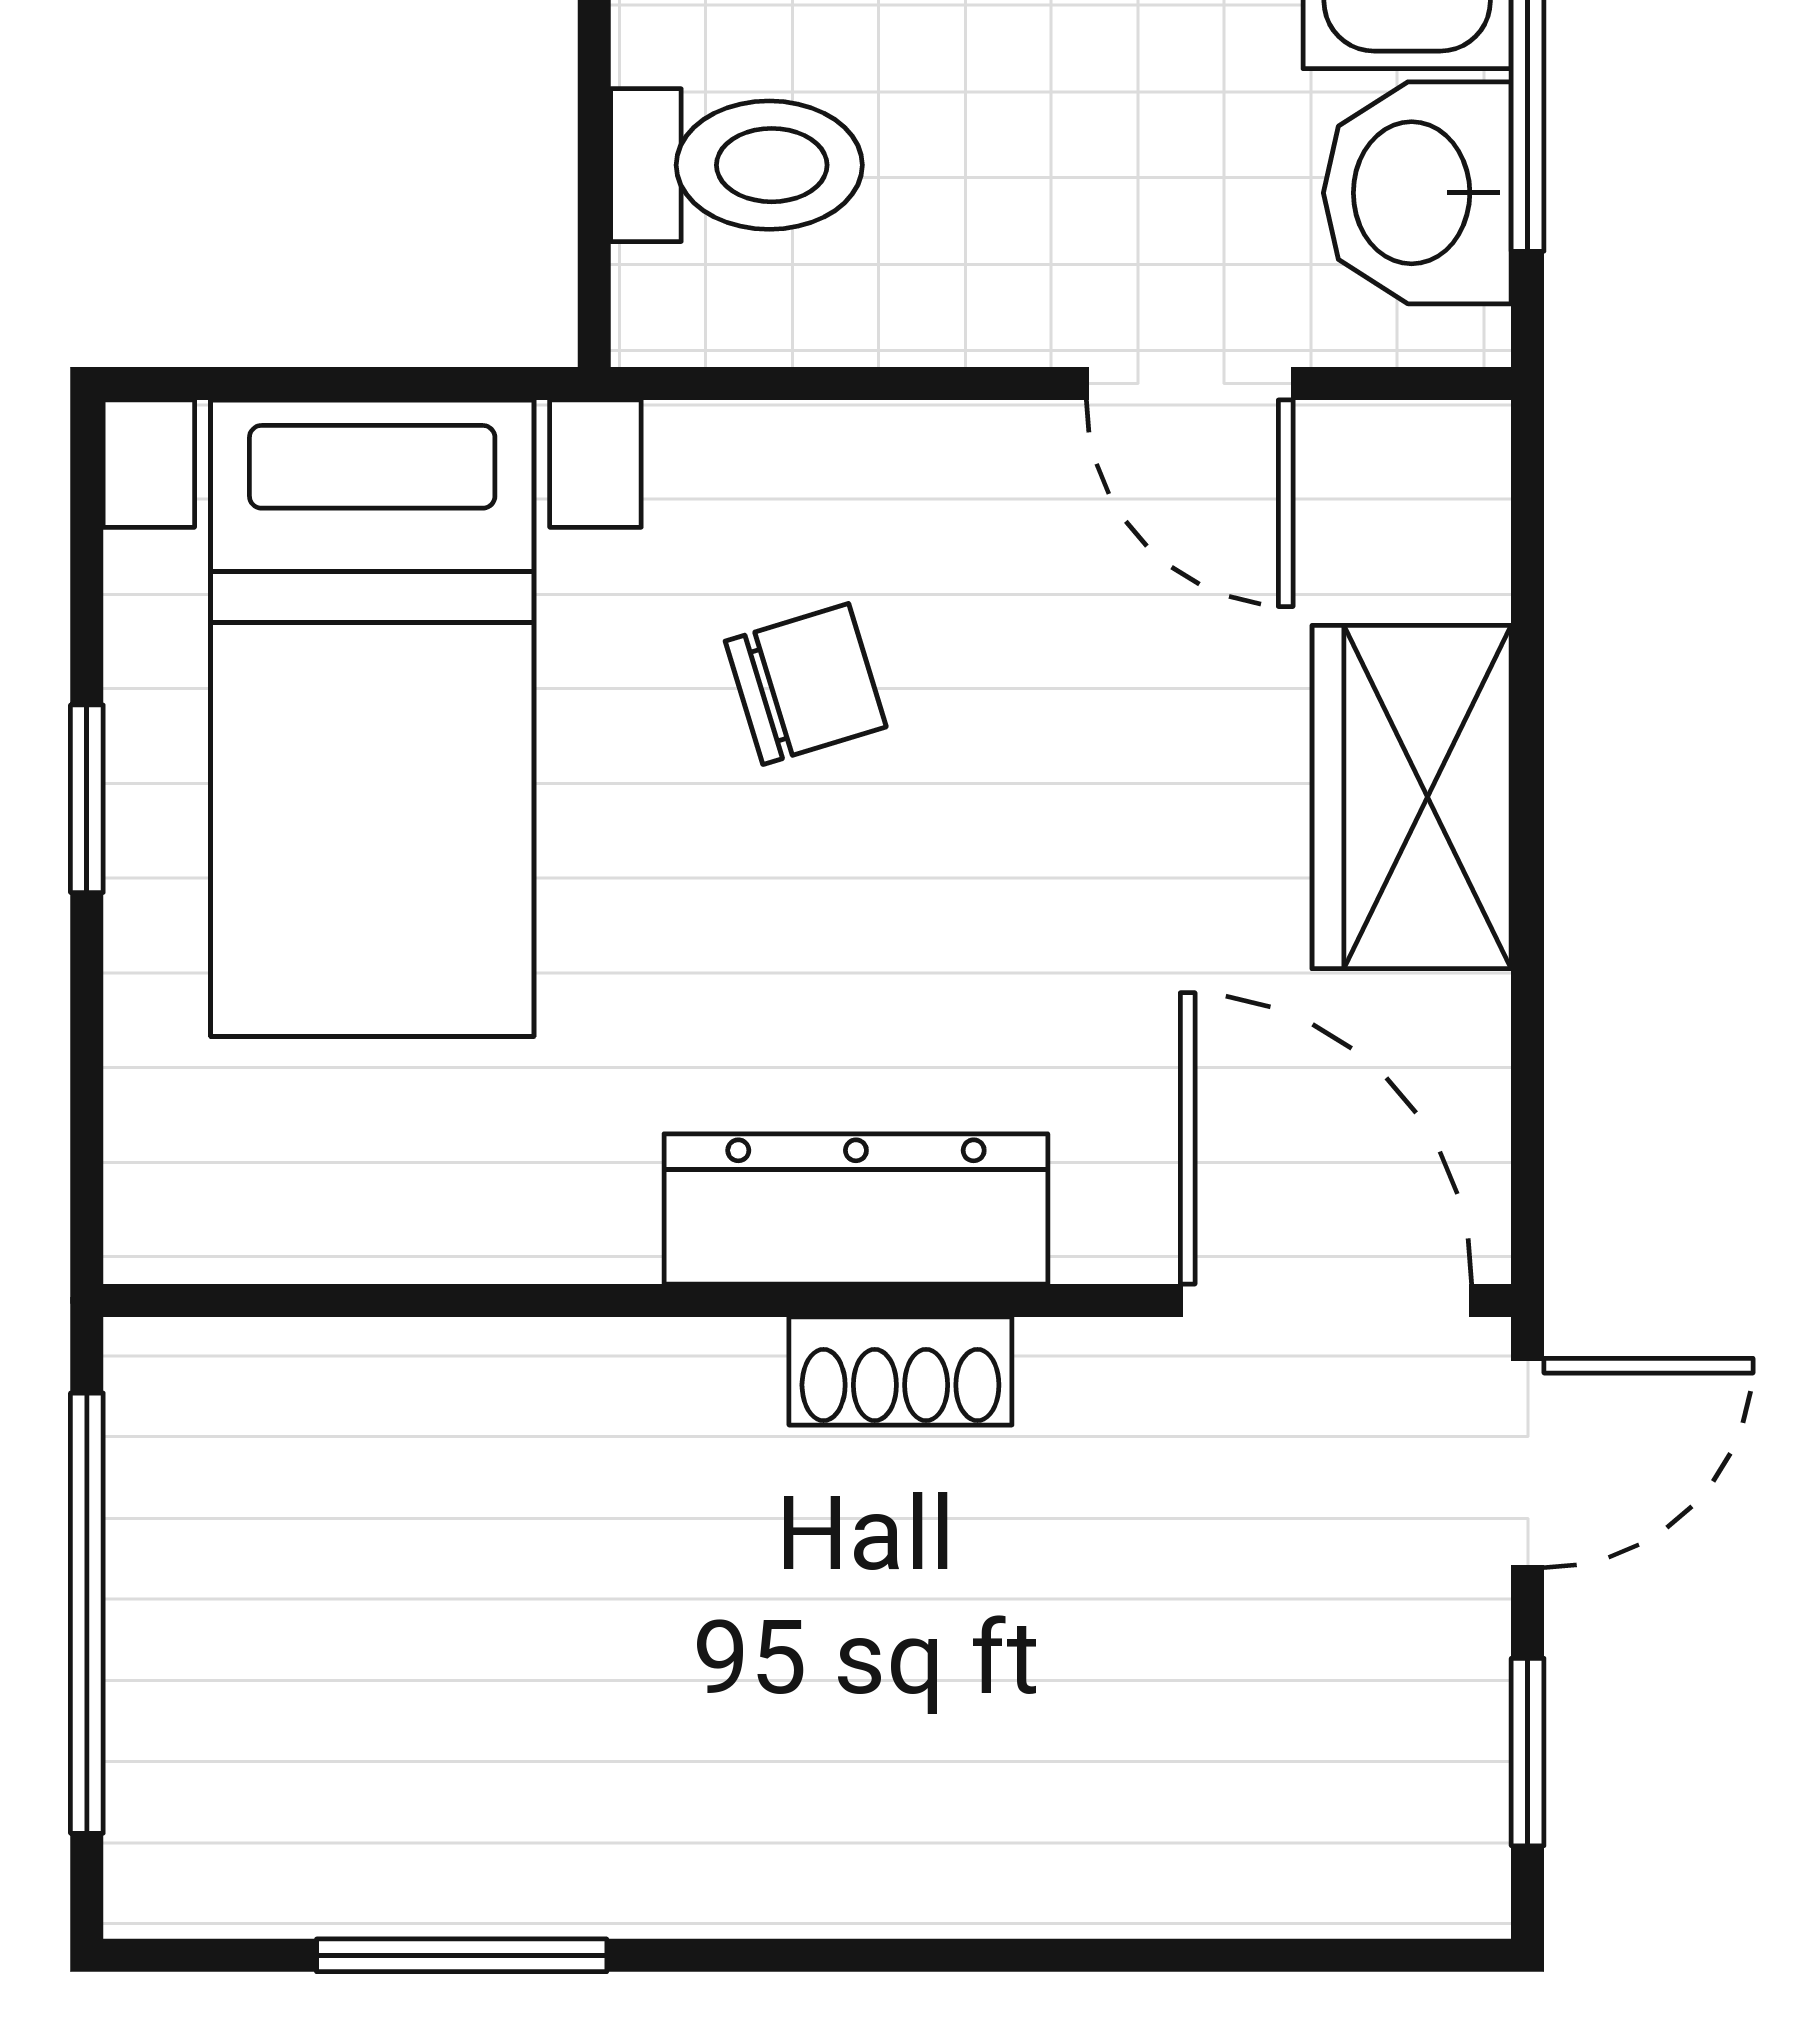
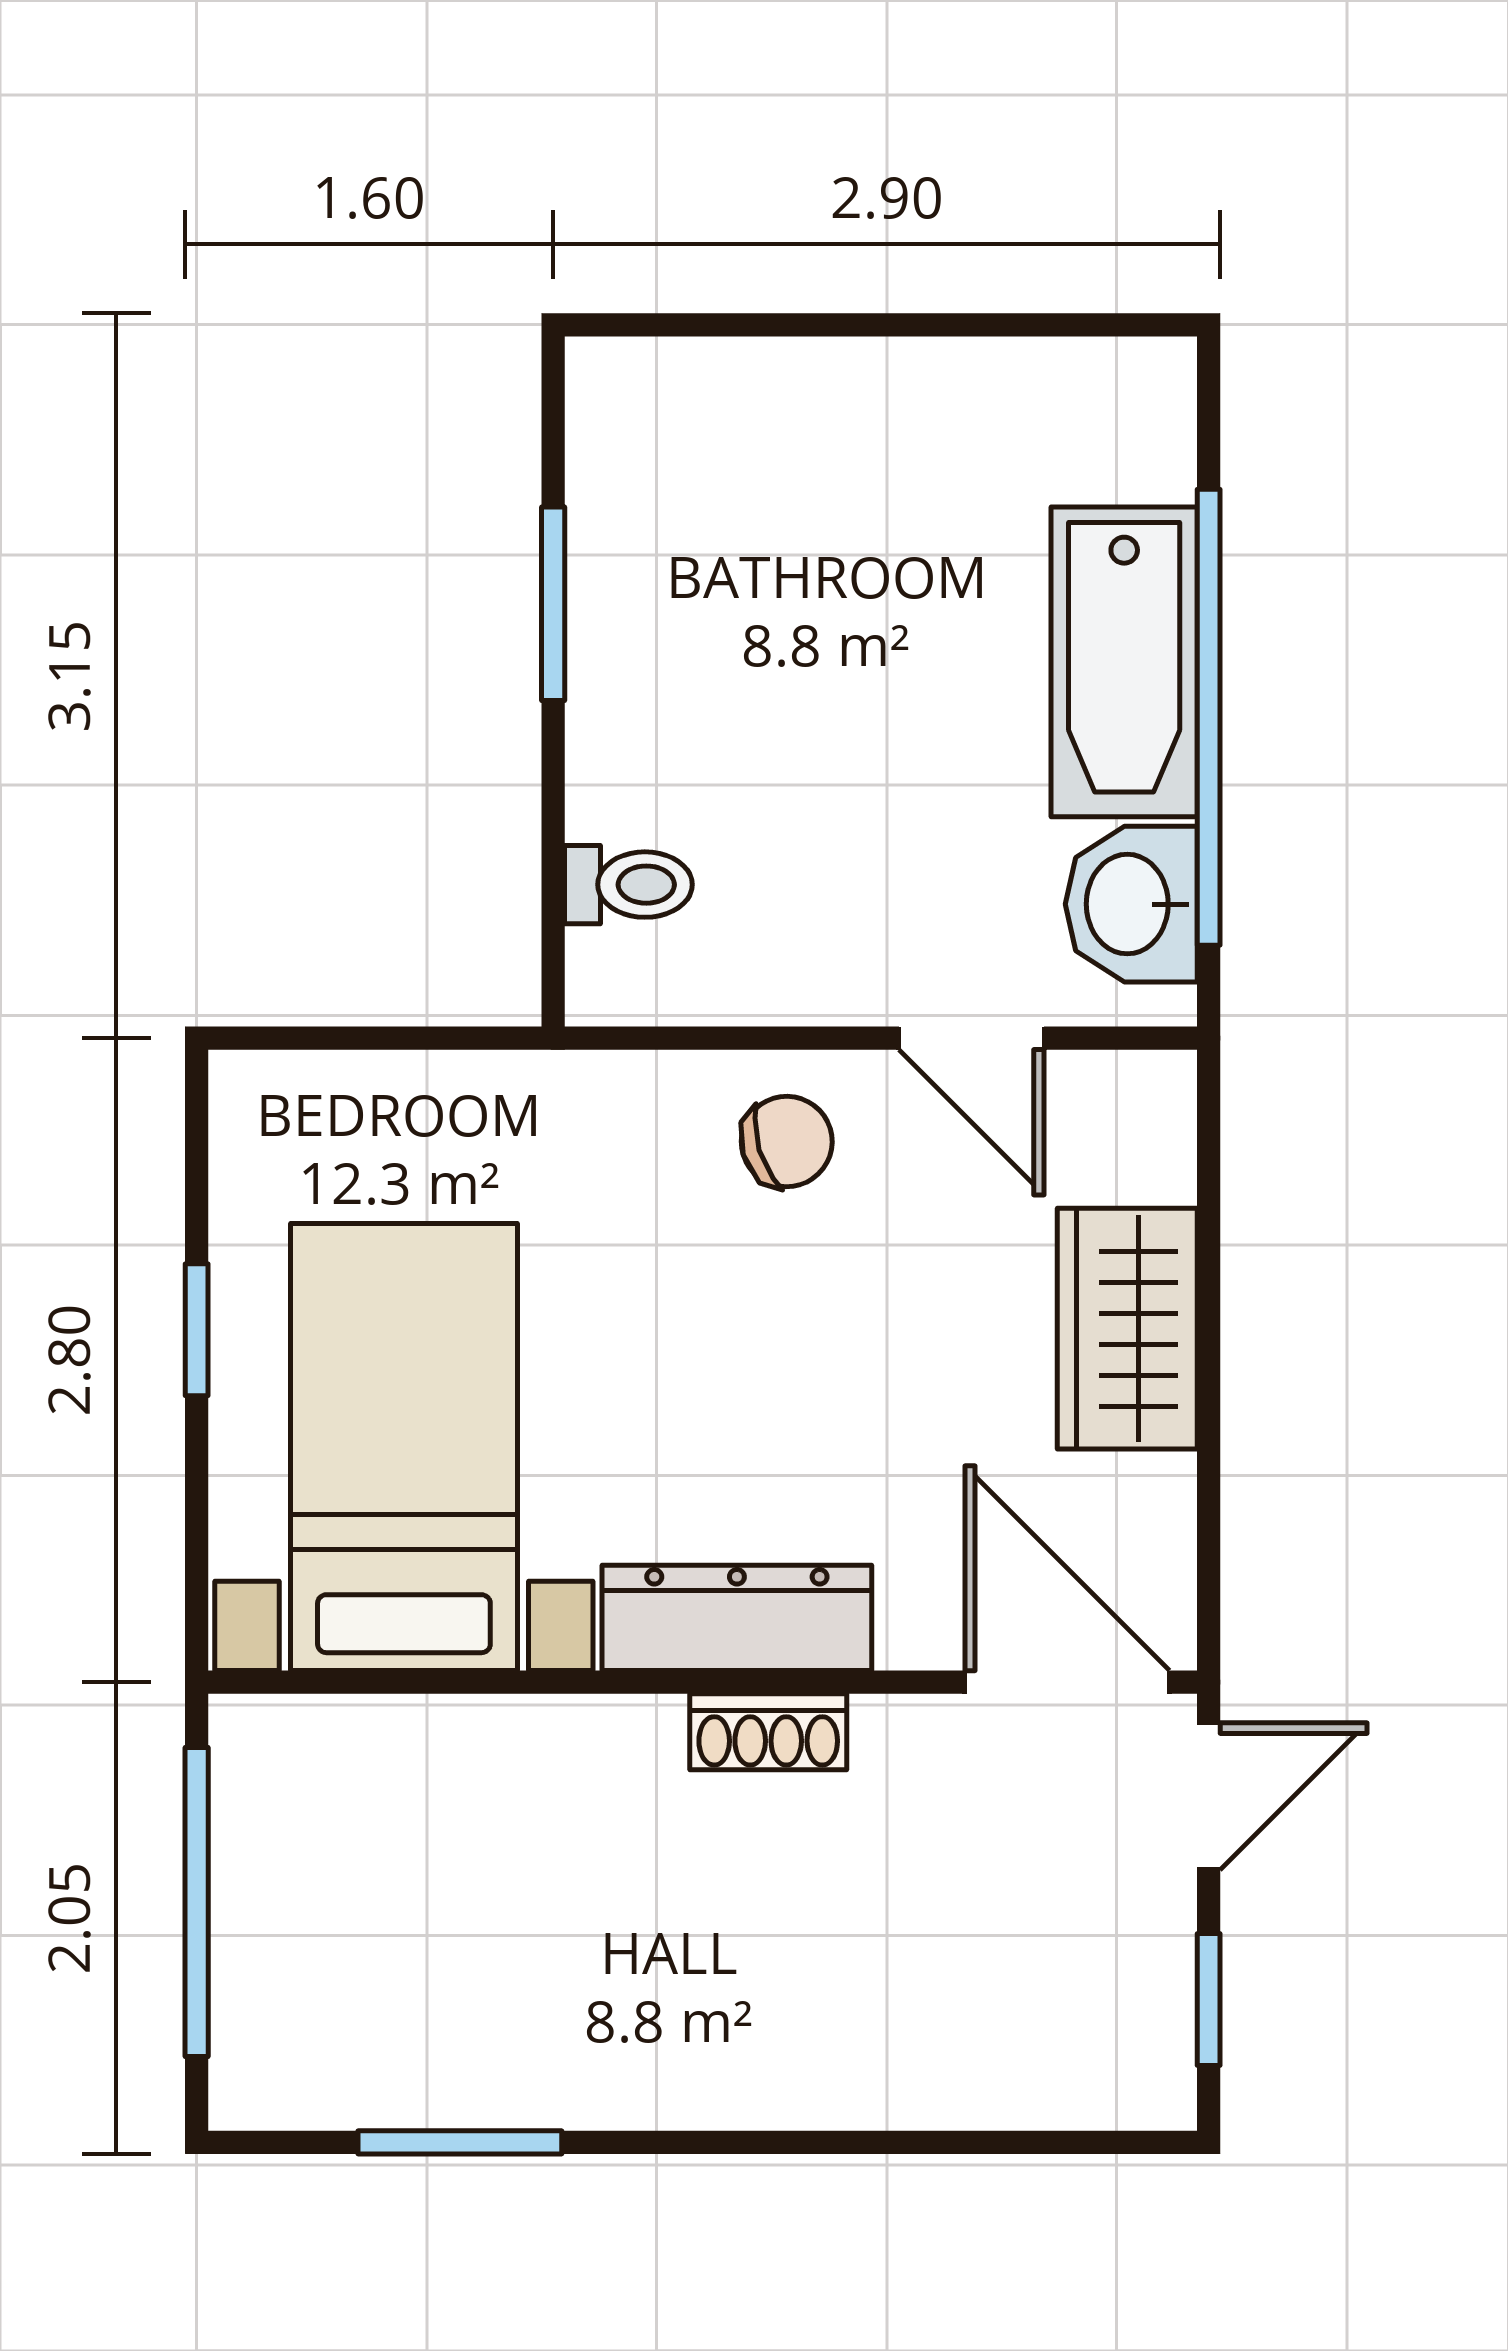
toilet: (736, 165) -> (628, 885), width x0.73, depth x0.72
chair: (806, 684) -> (787, 1142), moved
bed with nightstands: (372, 718) -> (404, 1447), moved, turned 180

